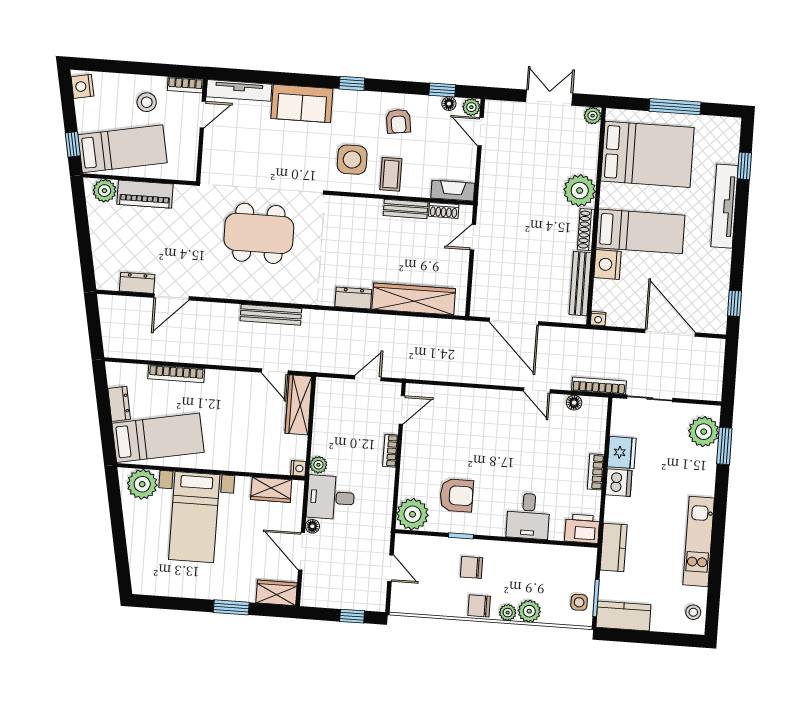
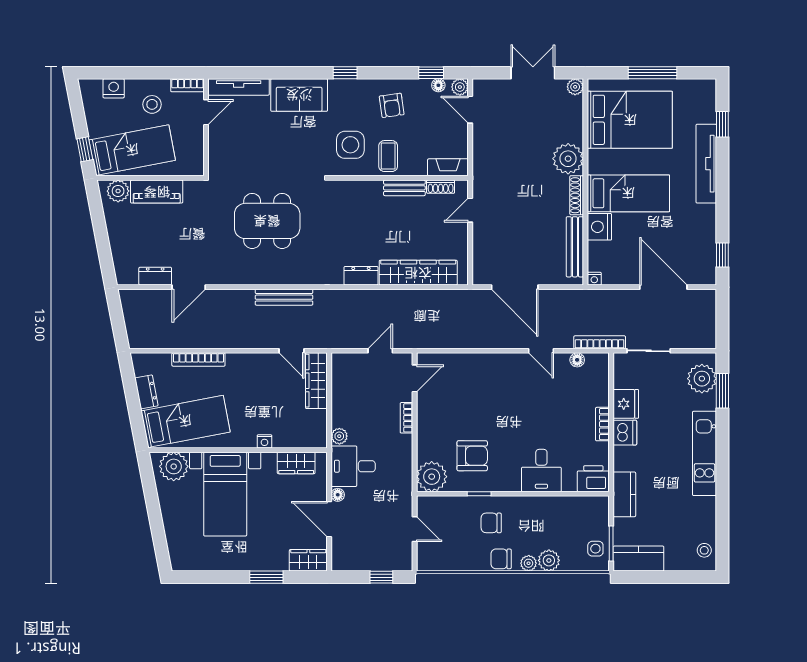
nightstand: (82, 86) -> (114, 88), moved, turned 101
nightstand: (298, 468) -> (264, 441), moved, turned 90
kitchen unit: (699, 541) -> (704, 453), moved

